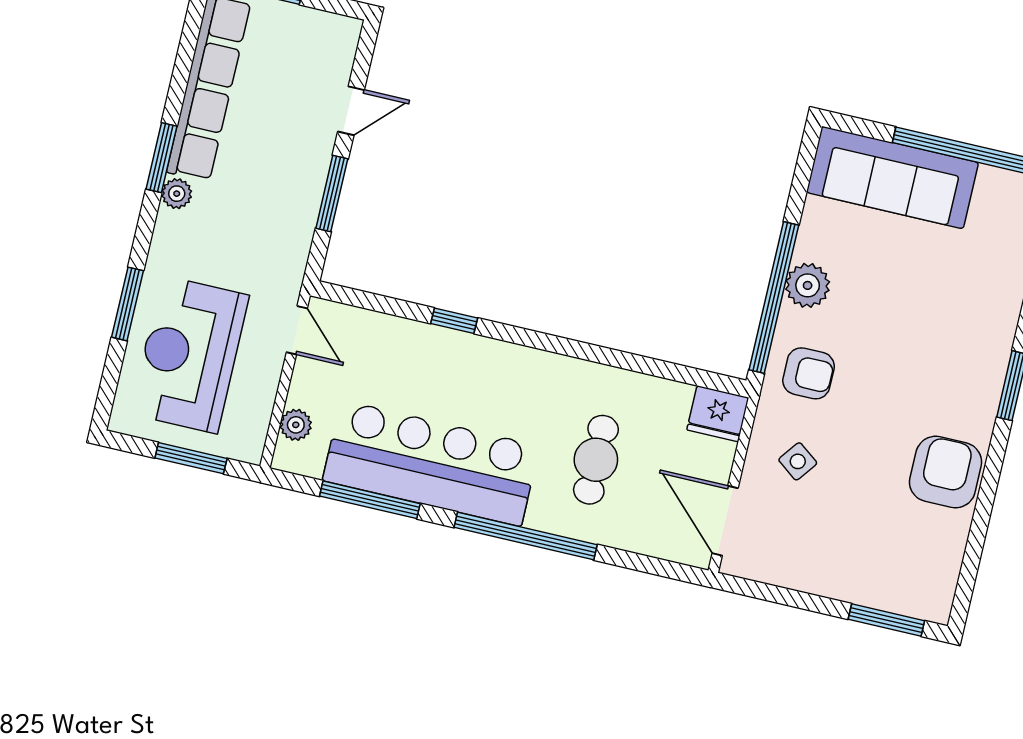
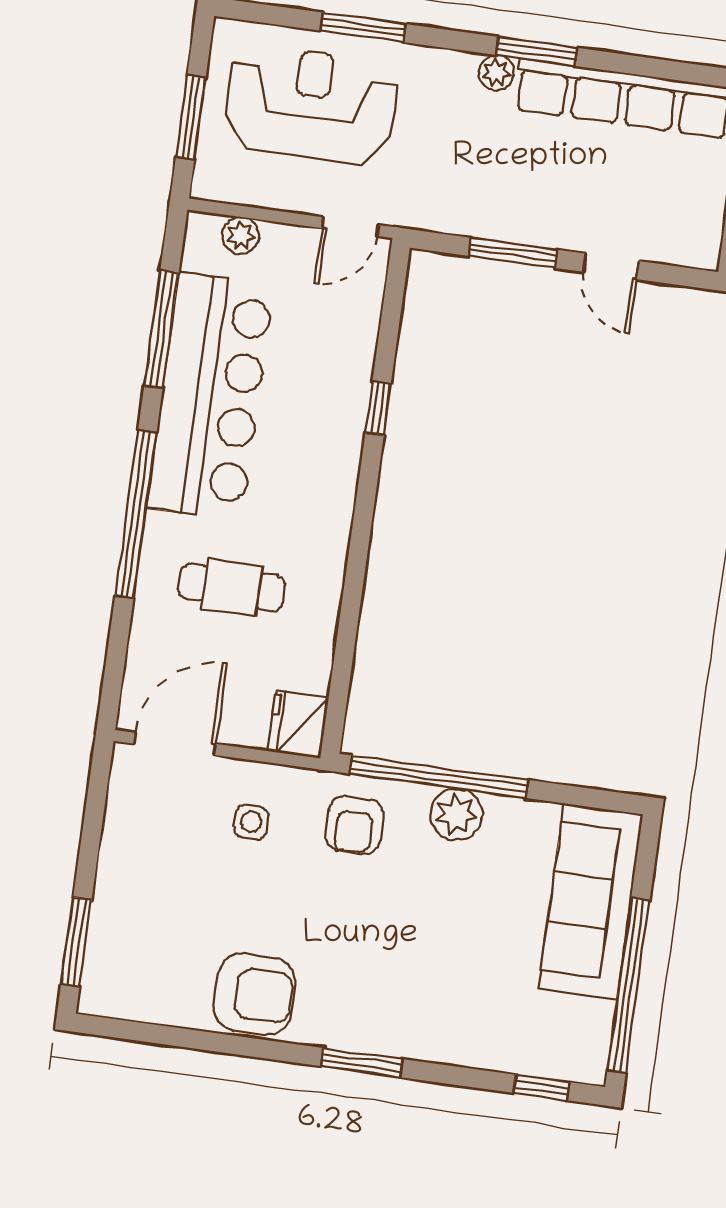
side table: (798, 461) -> (251, 822), turned -37

